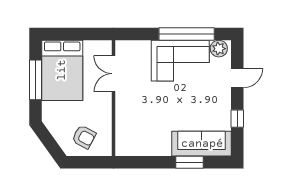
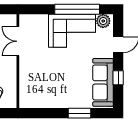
sofa: (202, 144) -> (103, 82), moved, turned -90

